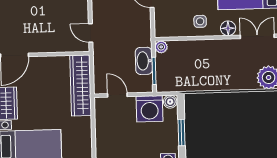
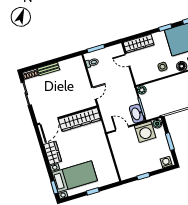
door: (91, 33) -> (94, 93), swing flipped
washbasin: (144, 61) -> (137, 114), moved
wardrobe: (81, 85) -> (80, 120), moved, turned -90

